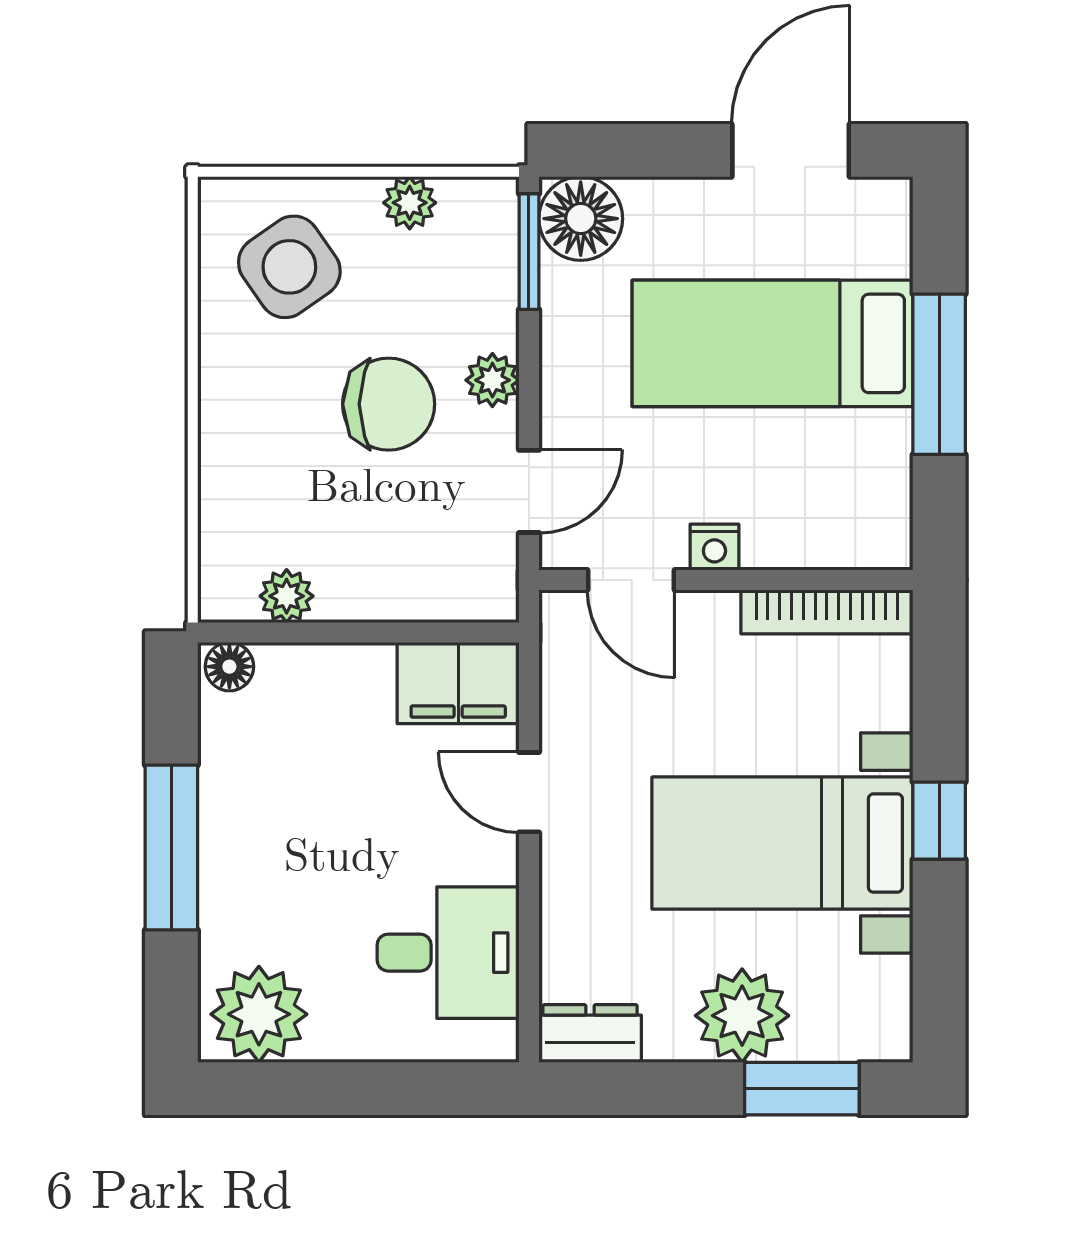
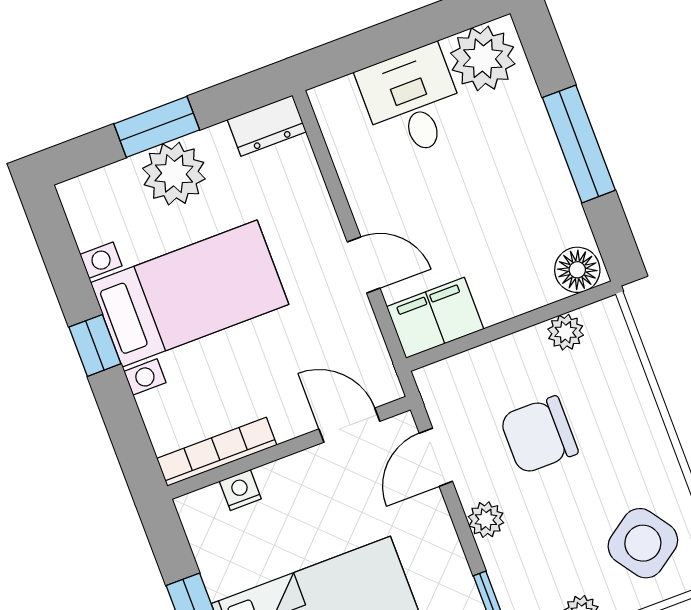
chair: (389, 404) -> (539, 435), moved
nightstand: (714, 547) -> (240, 490), moved
floor lamp: (229, 667) -> (577, 270), width x1.37, depth x1.37
desk: (448, 953) -> (412, 102), moved, turned 90
window: (802, 1089) -> (157, 127), moved

